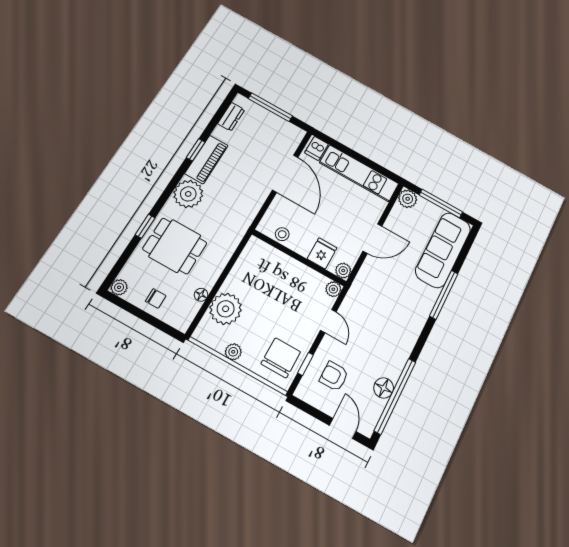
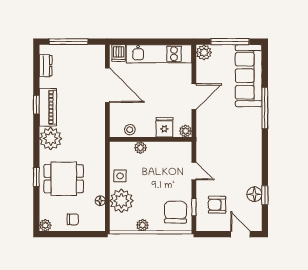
side table: (241, 279) -> (120, 176), added
plant: (333, 289) -> (140, 148), moved
window: (395, 396) -> (265, 195), width x0.32

